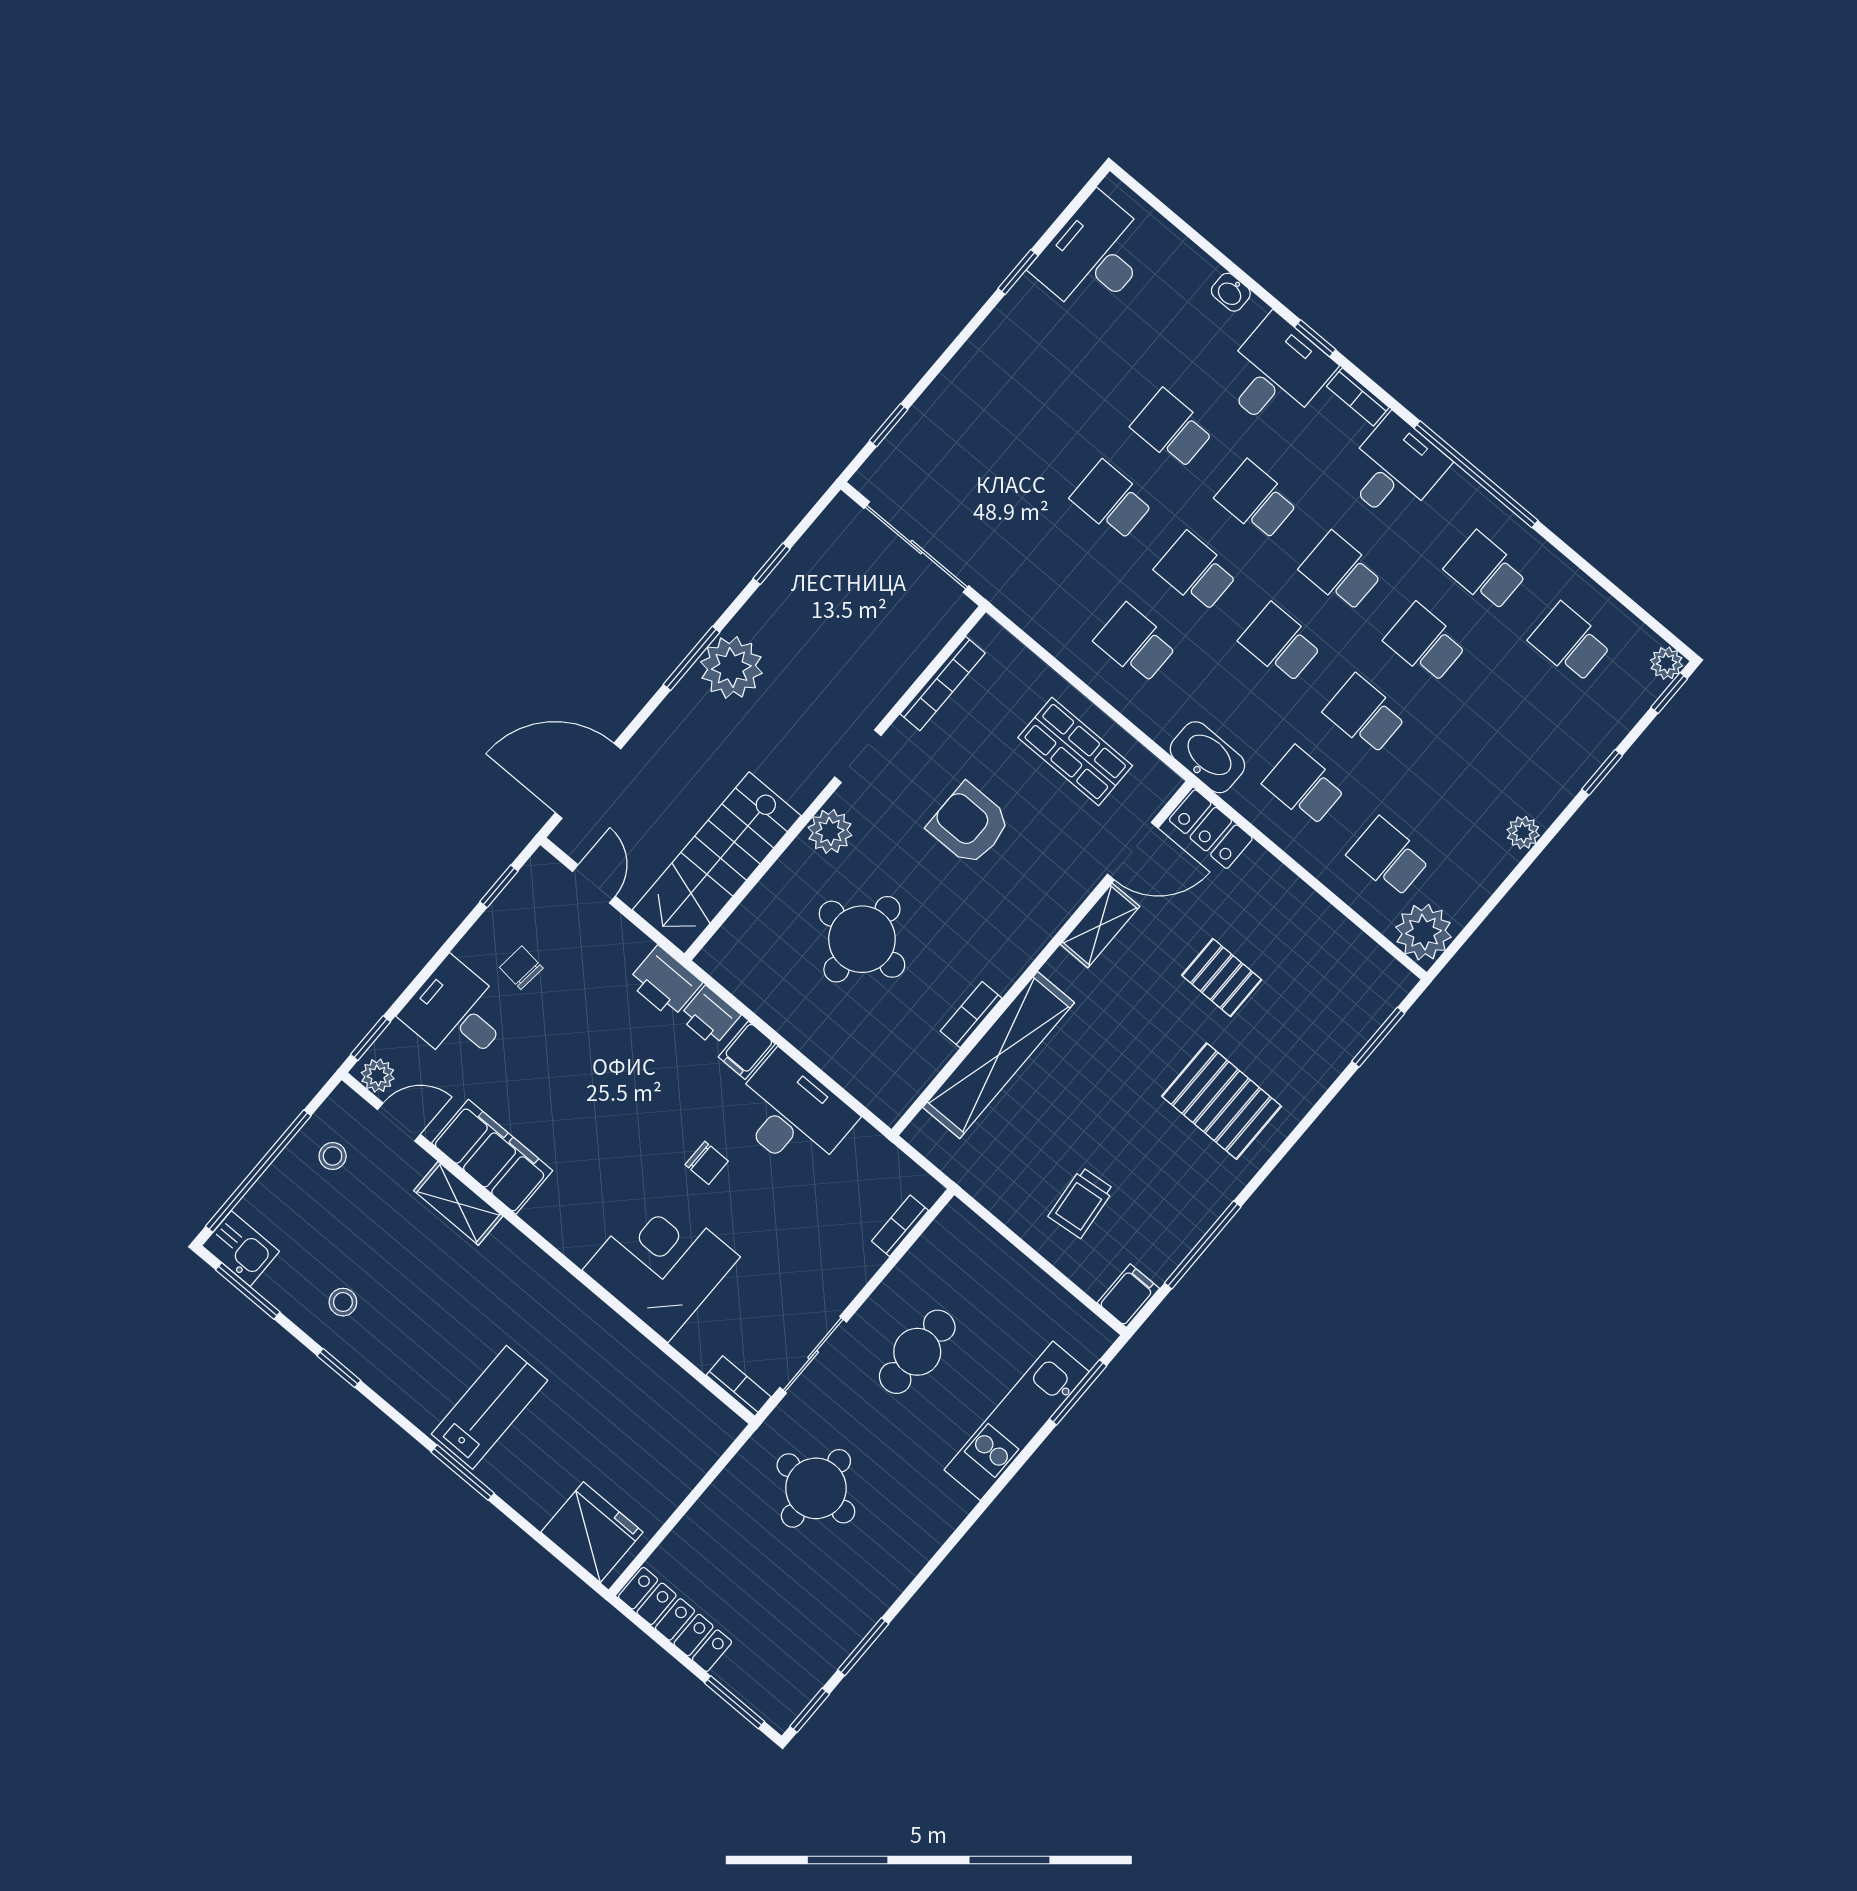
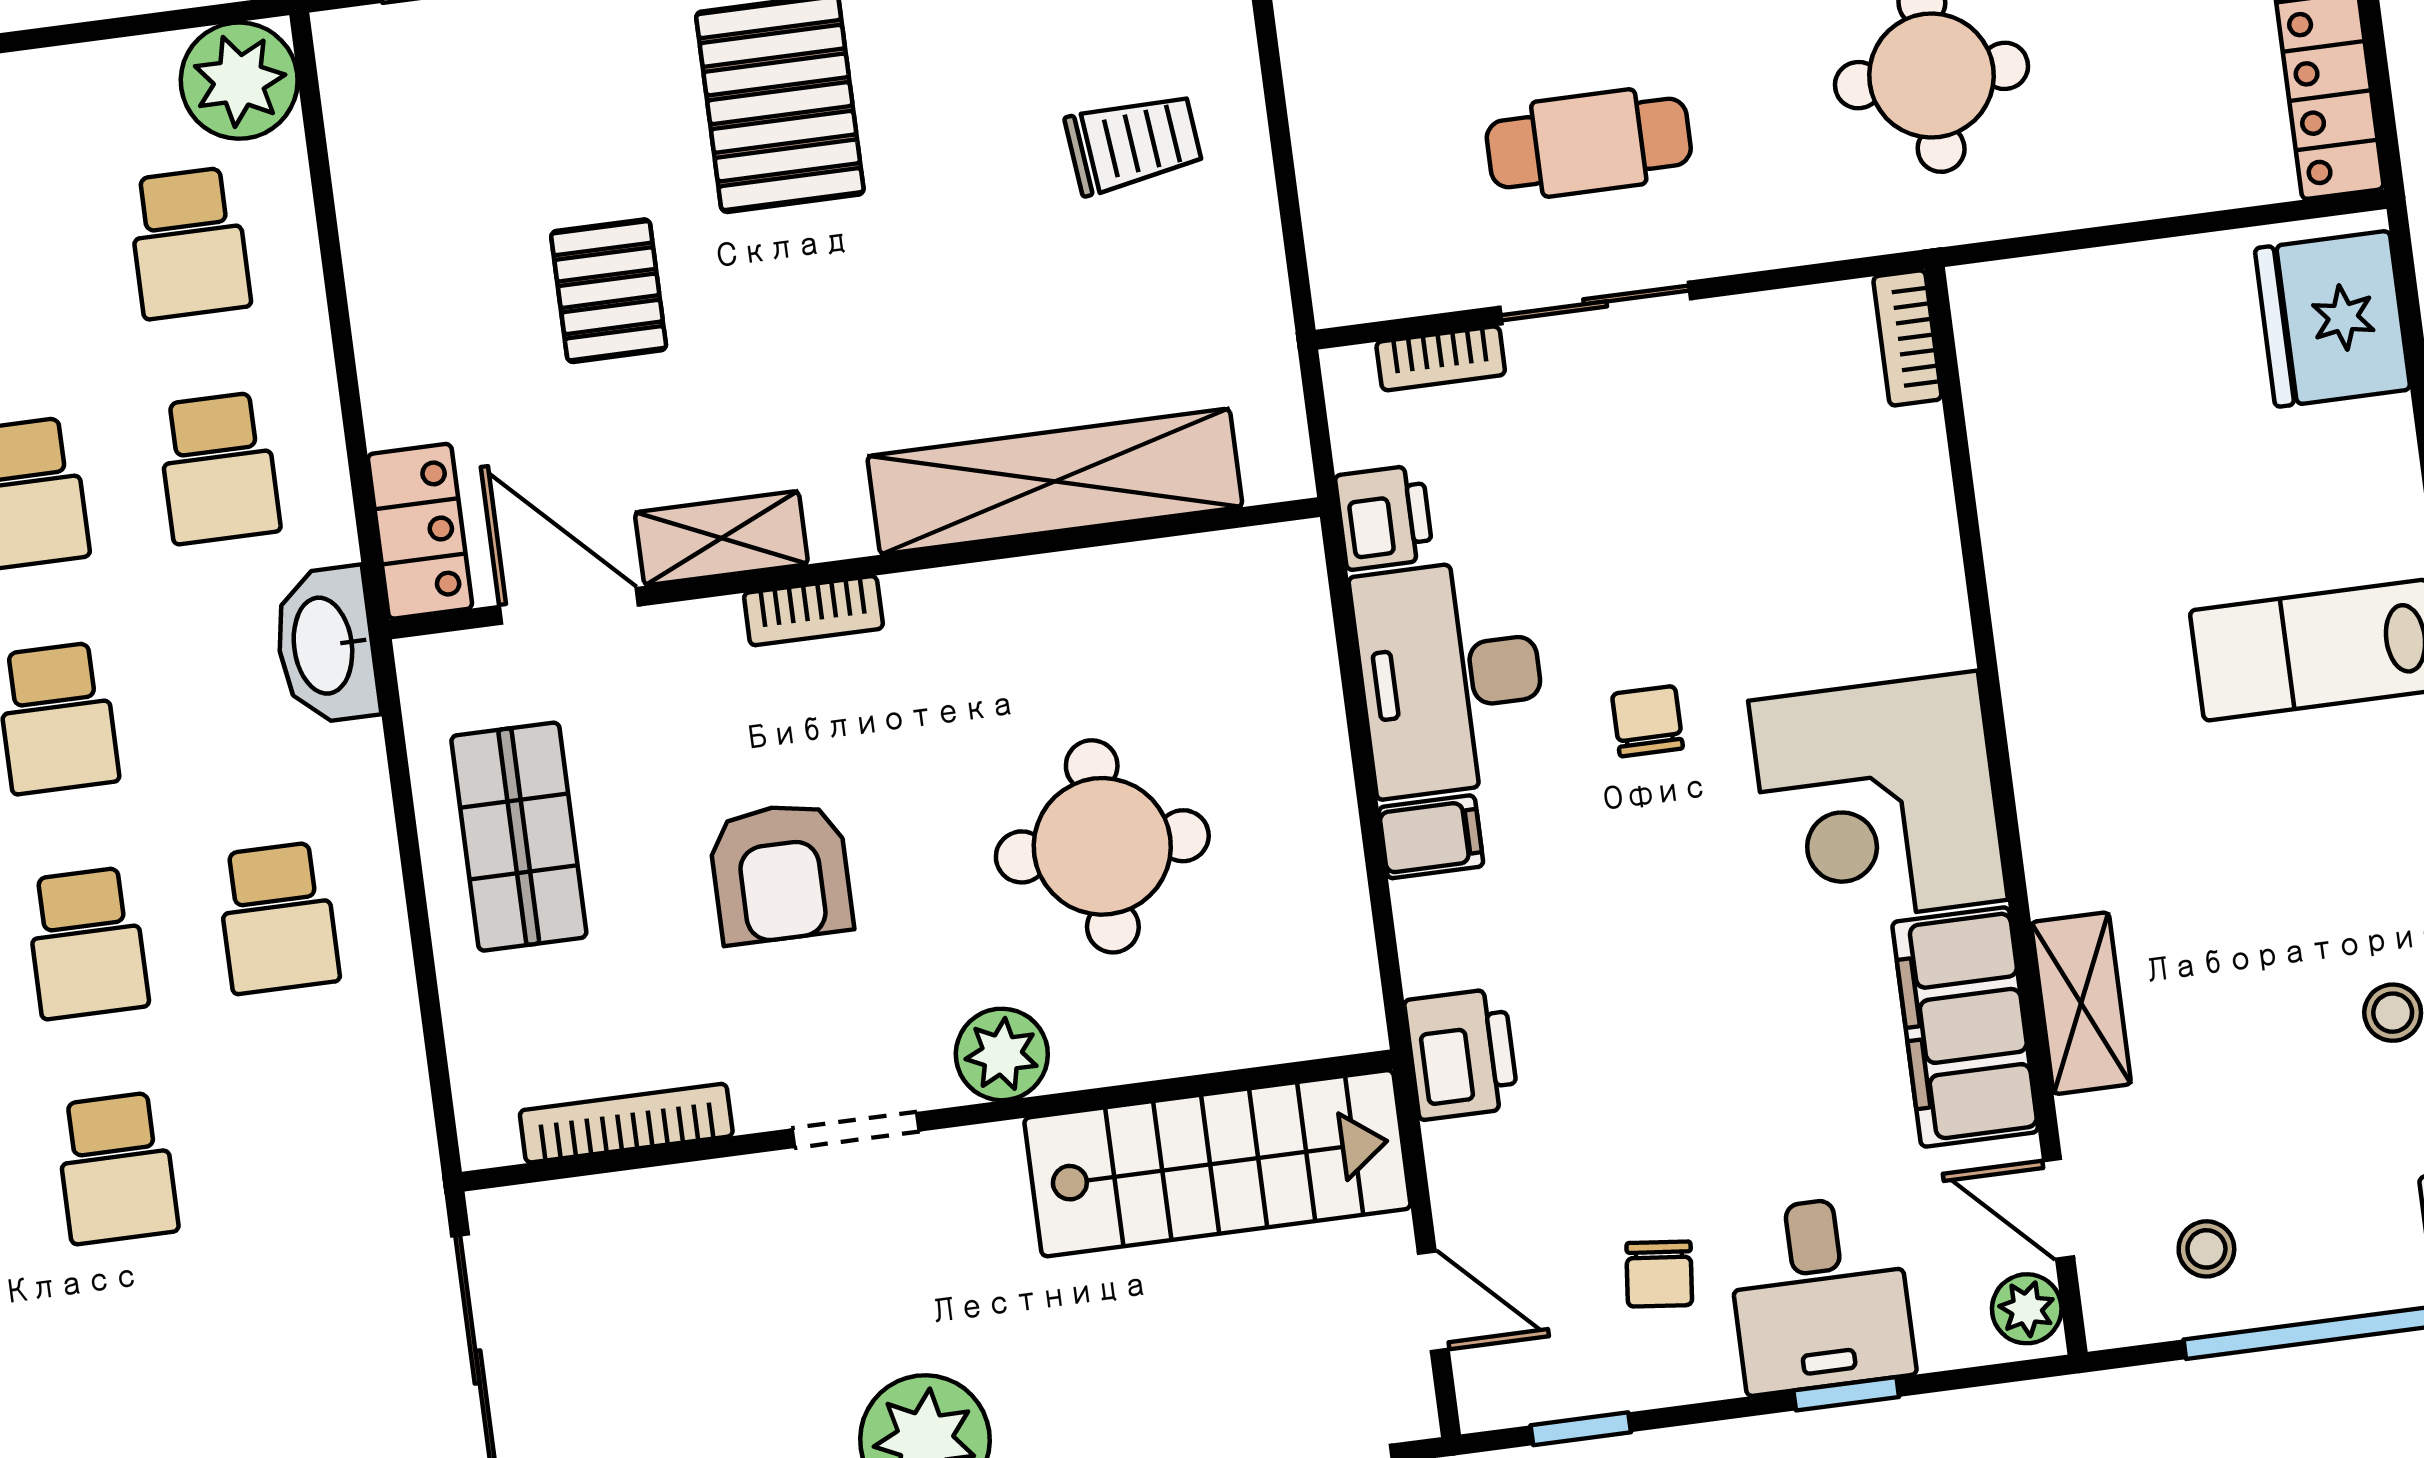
door: (594, 884) -> (1433, 1301), swing flipped
bookcase: (971, 1015) -> (813, 611), moved
printer: (710, 1016) -> (1384, 517), moved
window: (371, 1038) -> (1846, 1394), moved
corner desk: (661, 1264) -> (1878, 800), moved
sliding door: (813, 1355) -> (1595, 303), moved

